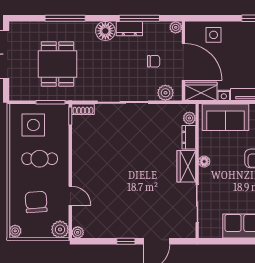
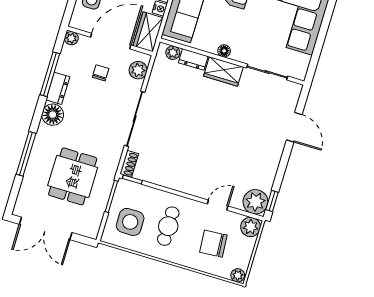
dining table: (58, 64) -> (73, 176), turned 90
plant: (78, 232) -> (255, 202), width x1.88, depth x1.88
window: (126, 241) -> (272, 201), moved

